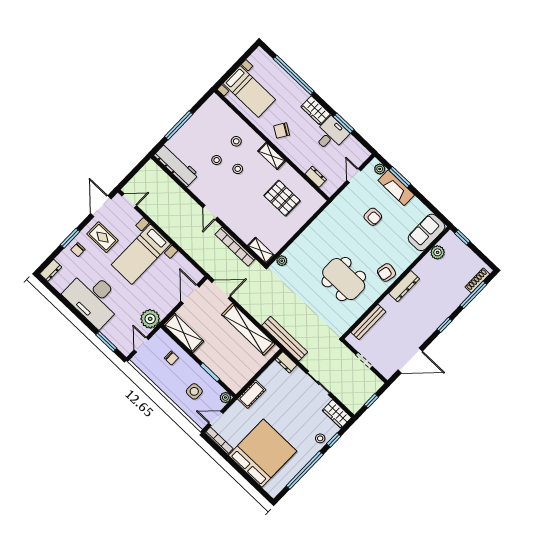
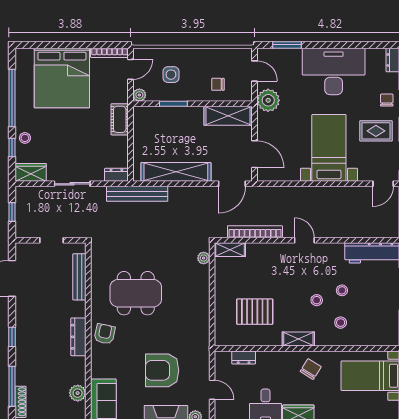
armchair: (373, 217) -> (162, 370), width x1.88, depth x1.88

